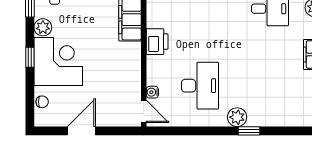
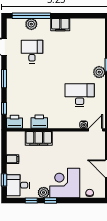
printer: (157, 42) -> (39, 122), moved
window: (30, 57) -> (50, 201), moved

